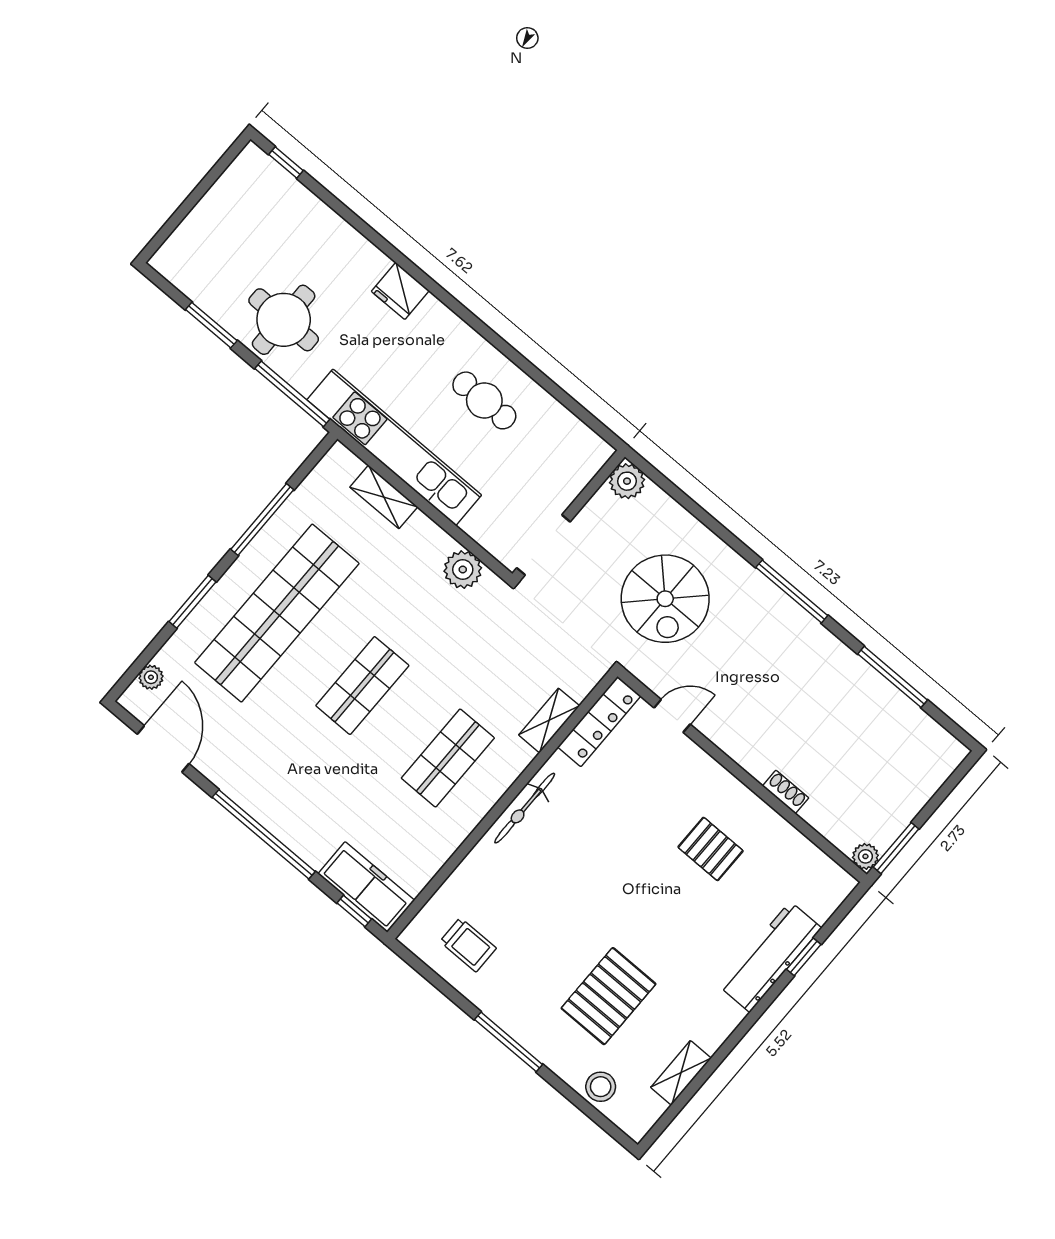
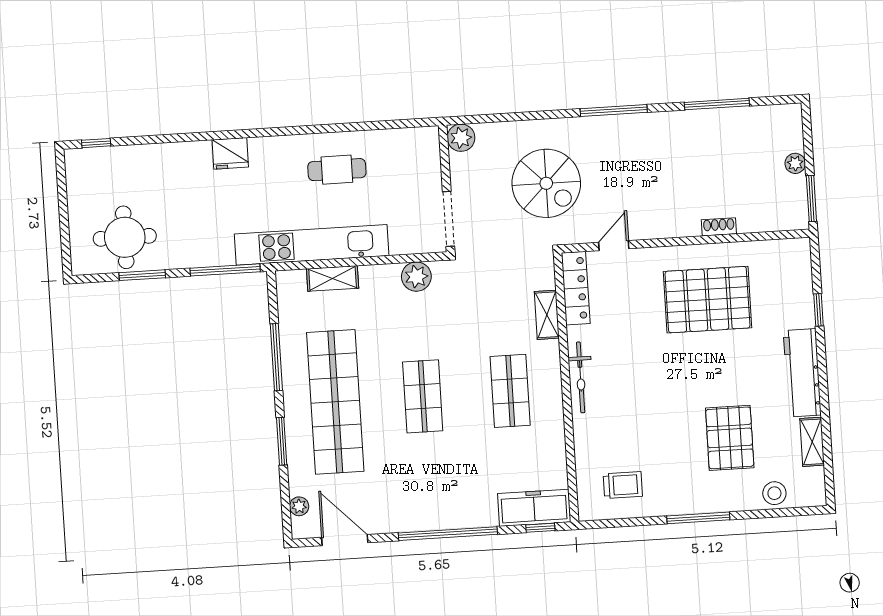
round table: (284, 320) -> (125, 237), moved
pallet: (711, 849) -> (707, 300), width x2.05, depth x2.00
plant: (865, 856) -> (795, 163), moved
workbench: (770, 957) -> (802, 373), moved

